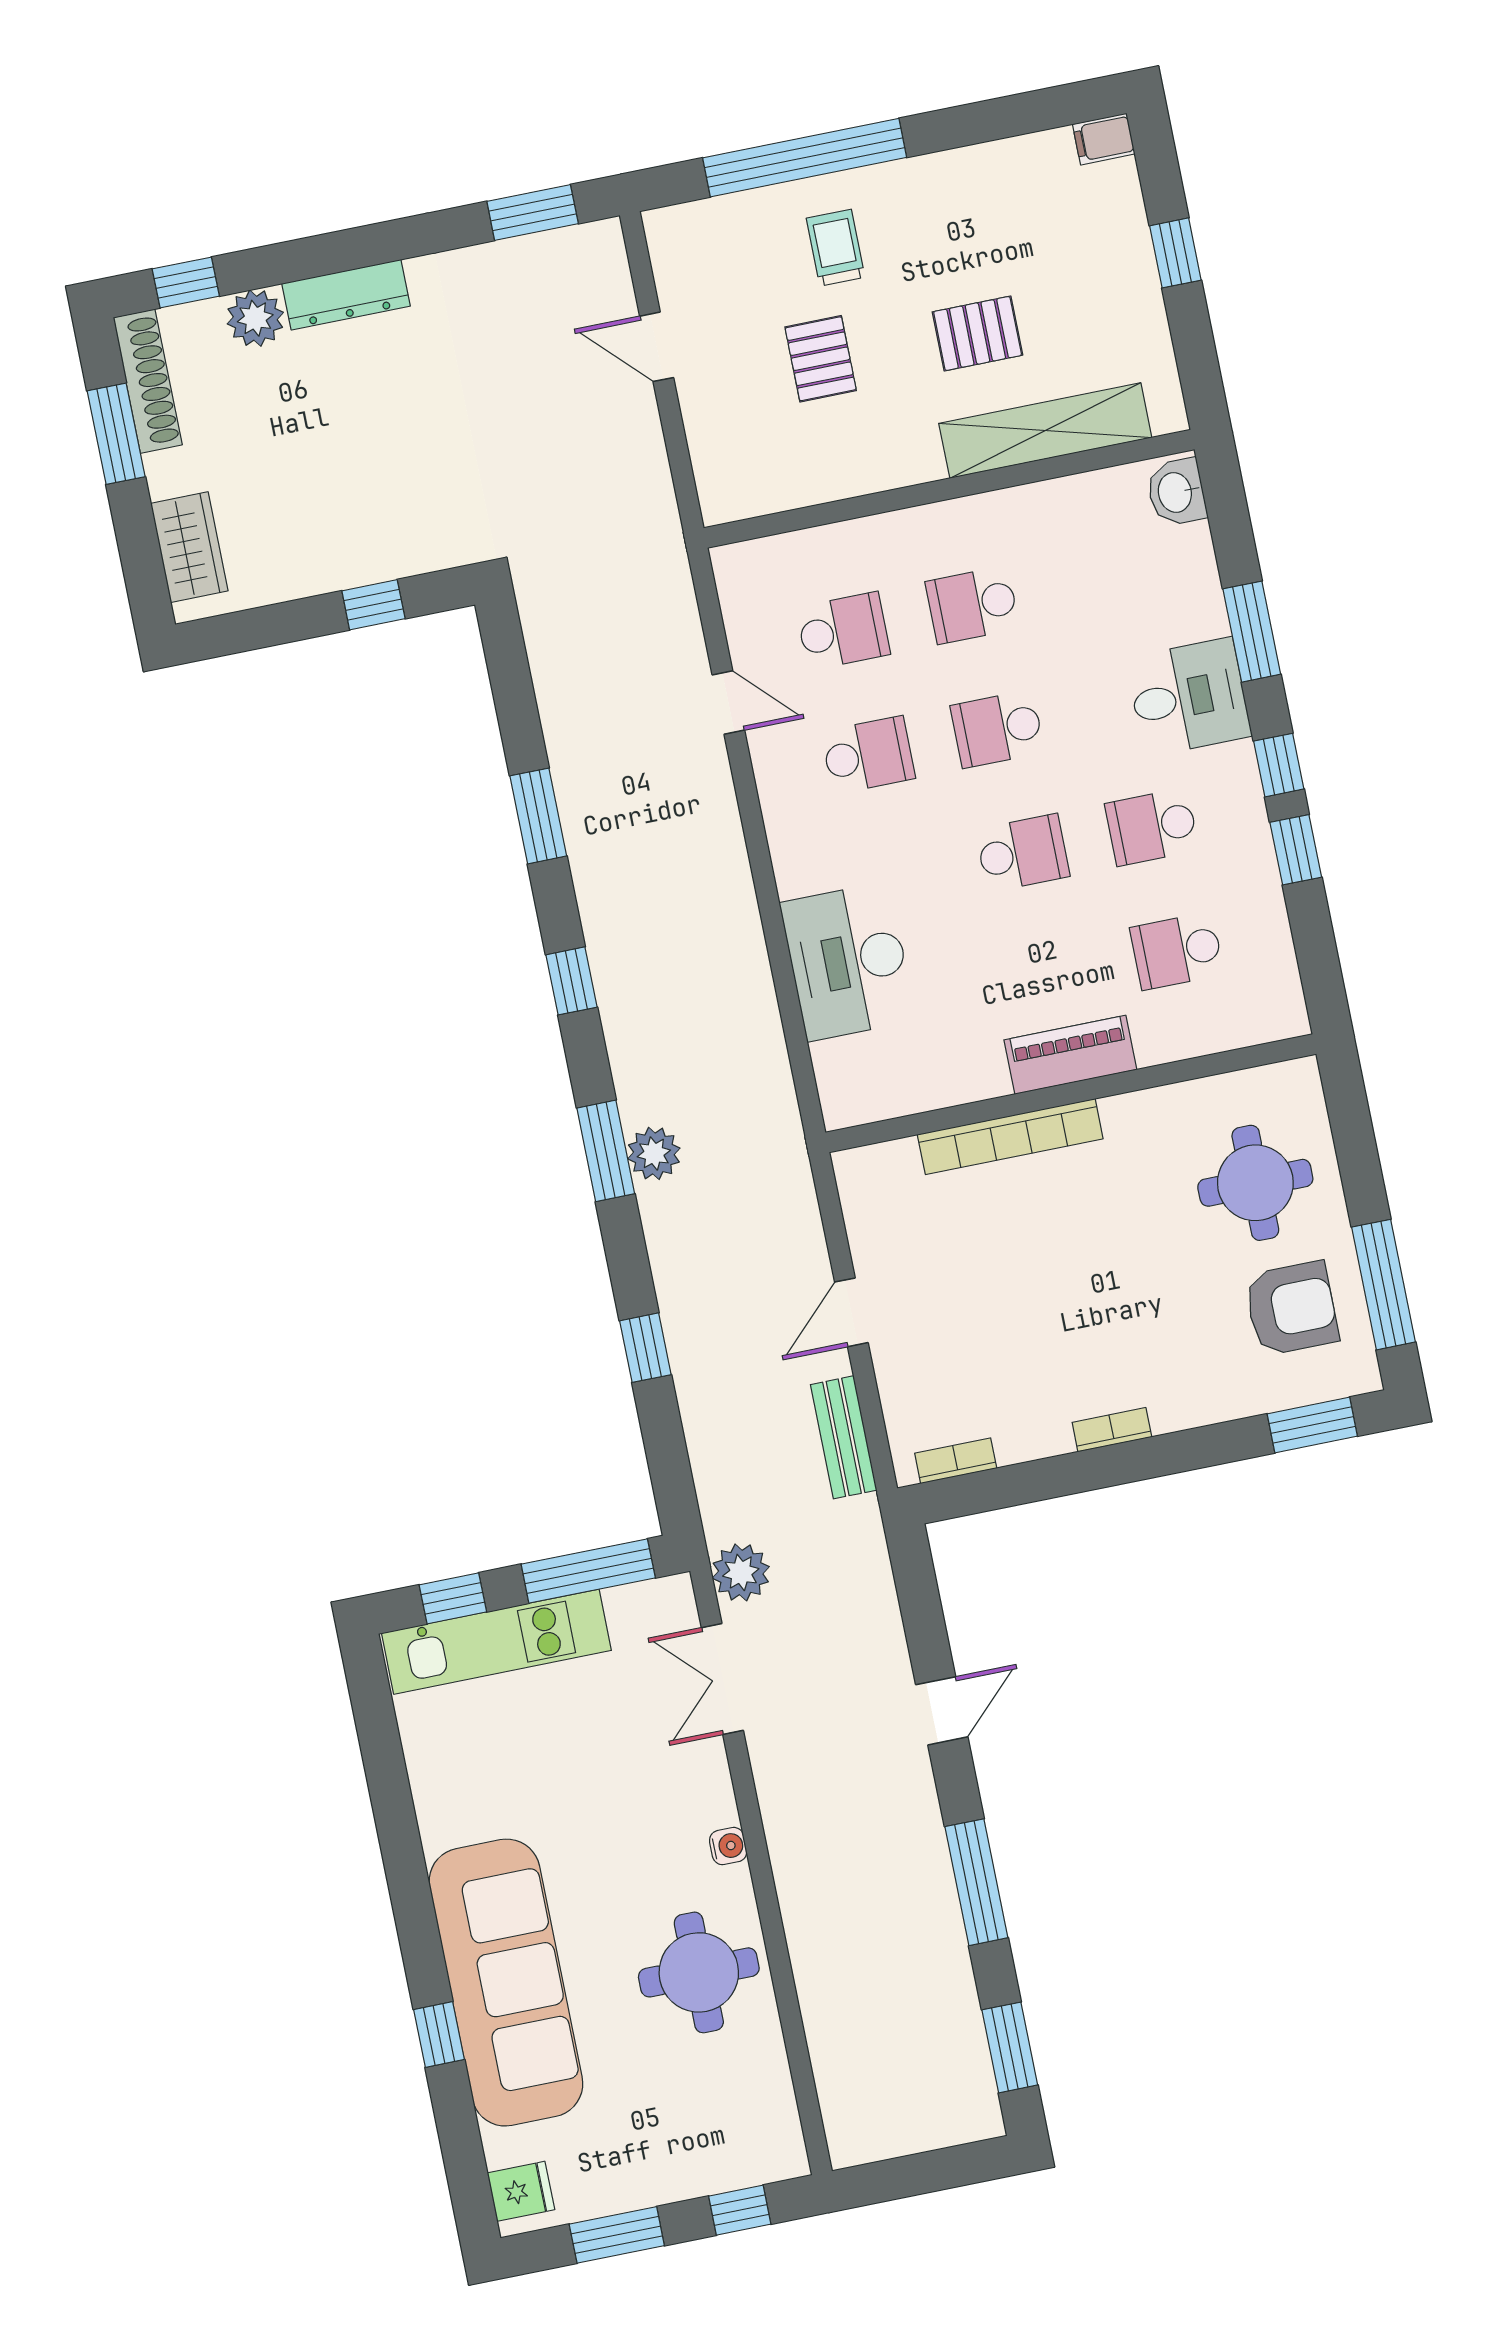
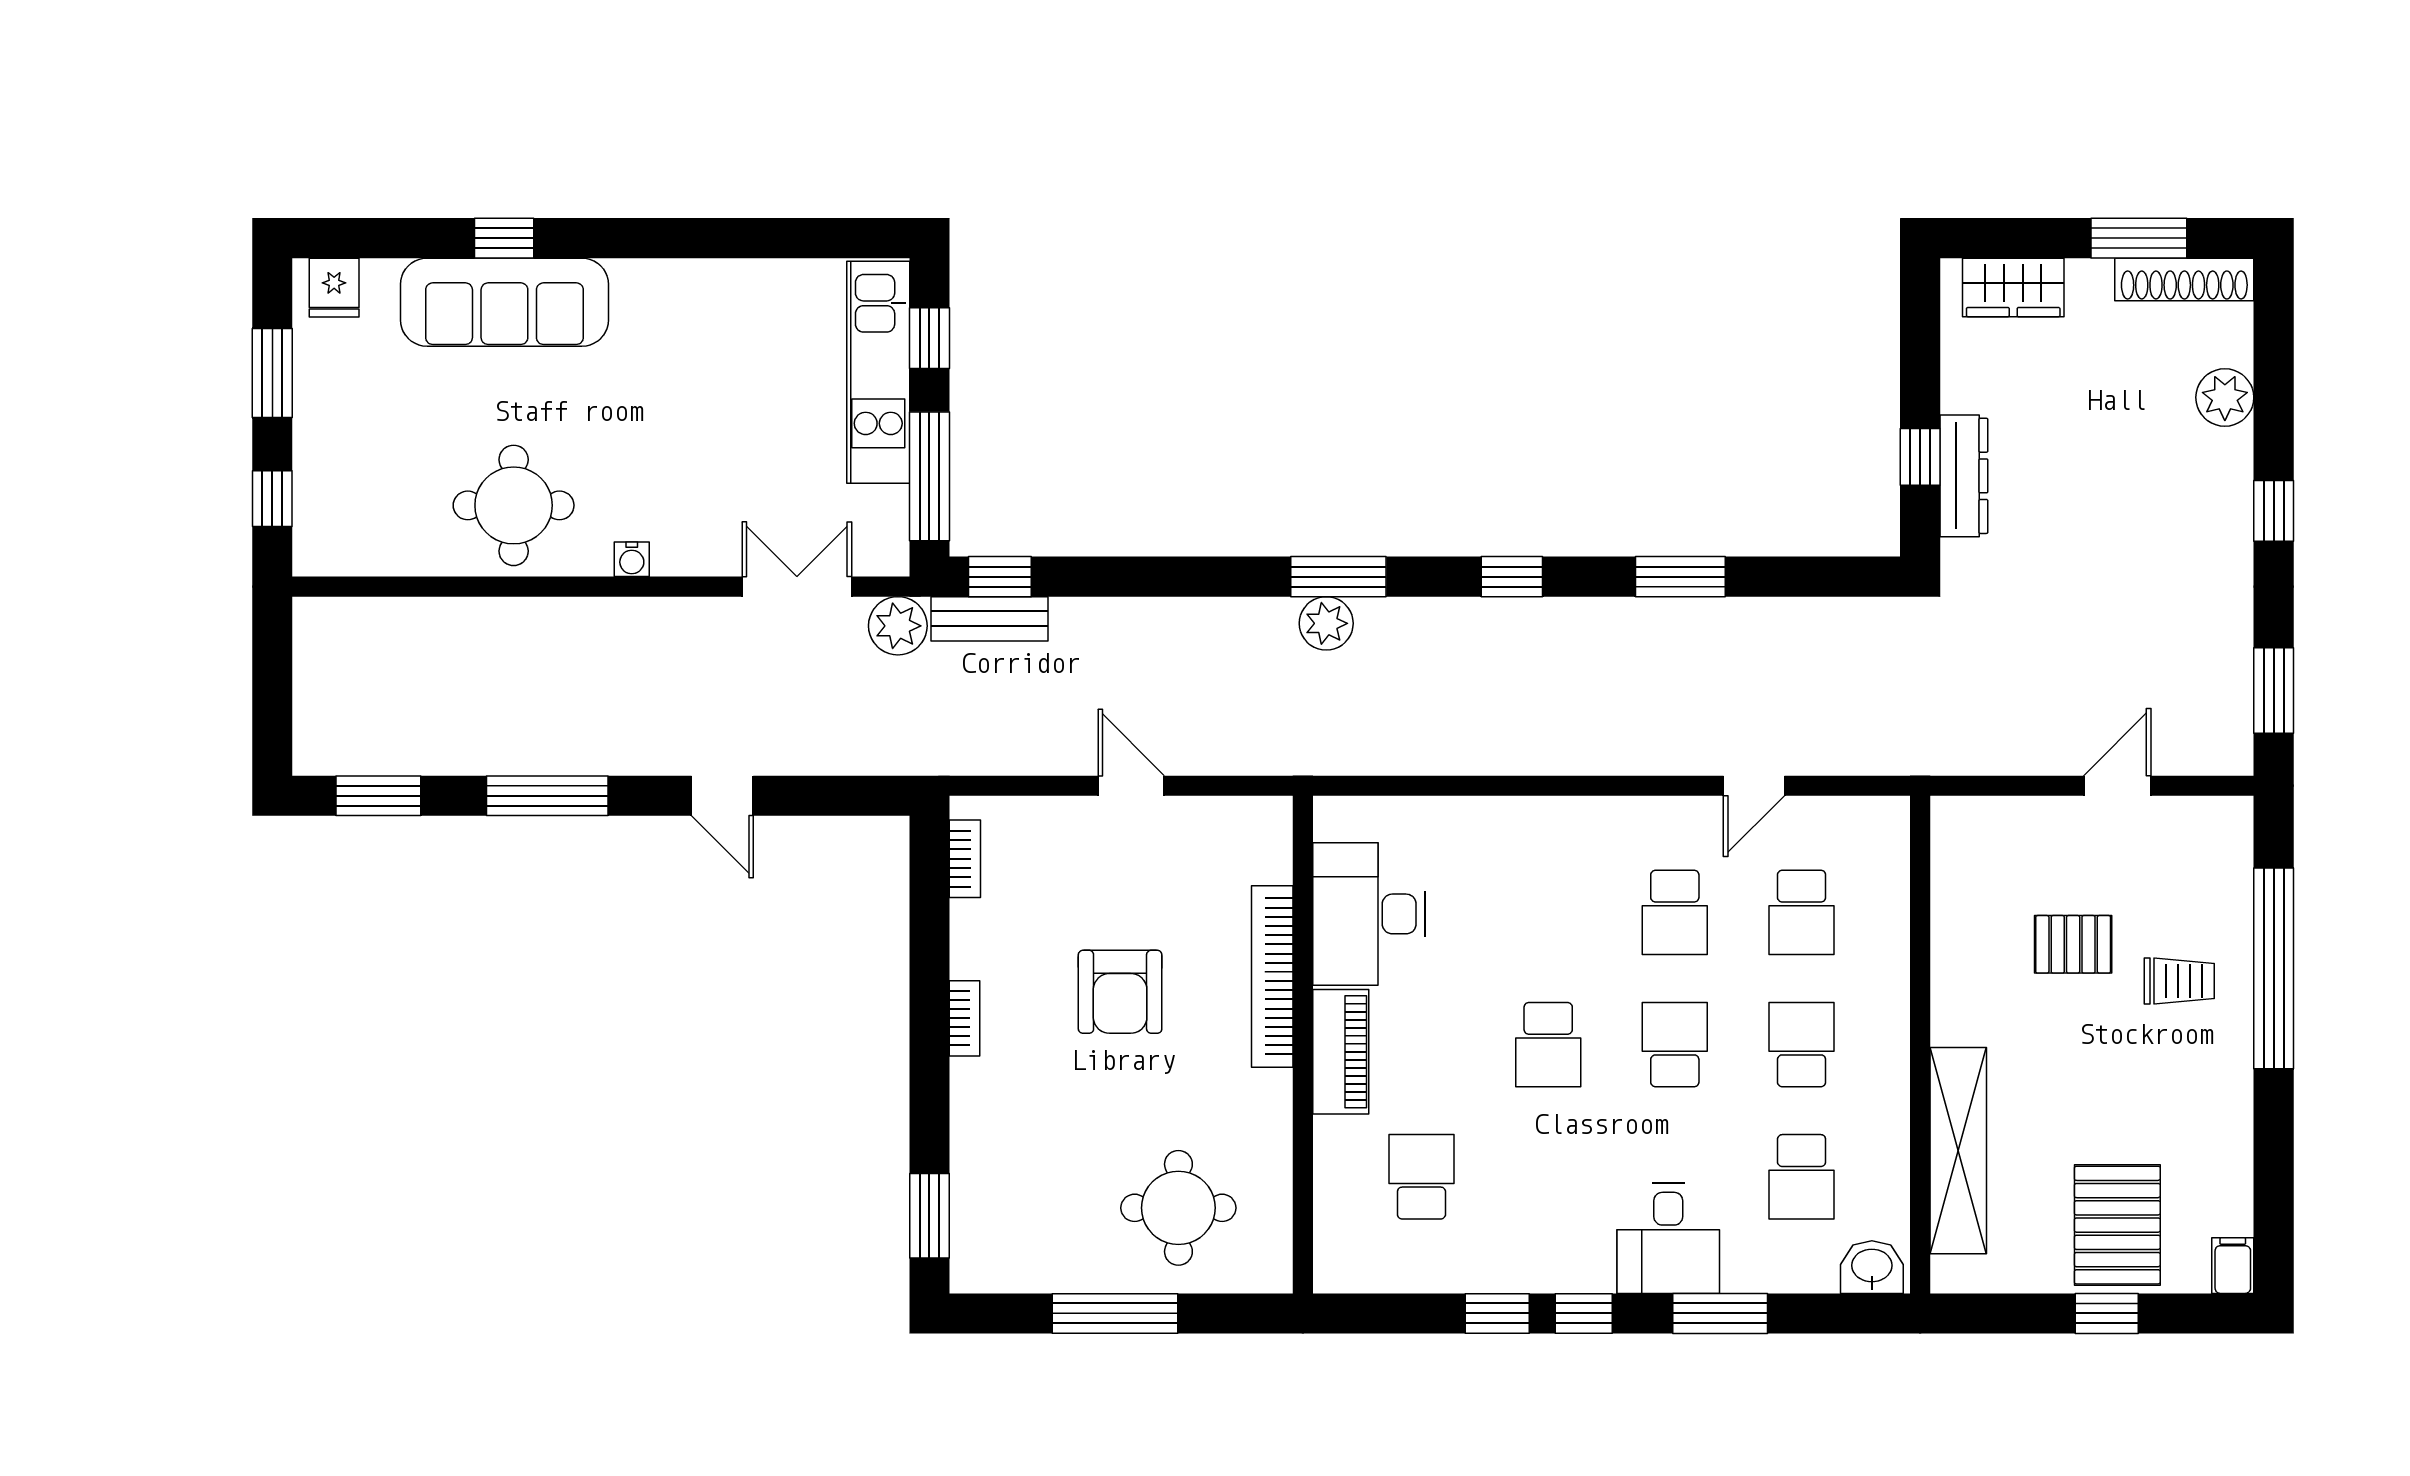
window: (186, 282) -> (2274, 511), moved
dresser: (346, 295) -> (1964, 476), moved, turned 180
pallet: (978, 333) -> (2117, 1225), moved, width x1.50, depth x1.42
school desk: (1152, 827) -> (1802, 1177), moved, turned 180
desk: (848, 961) -> (1369, 914), moved, turned -90
window: (1383, 1285) -> (1115, 1313), moved
armchair: (1291, 1308) -> (1120, 992), moved
window: (645, 1348) -> (1000, 577), moved
bench: (844, 1437) -> (989, 619), moved
sofa: (506, 1983) -> (504, 302), width x0.74, depth x0.79

